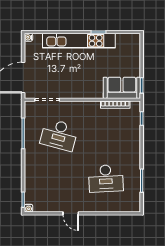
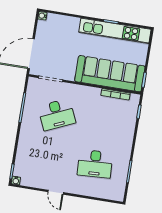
kitchen unit: (79, 41) -> (115, 31), moved
sofa: (122, 88) -> (110, 74), width x1.85, depth x1.27
desk: (59, 135) -> (57, 115), turned -39

